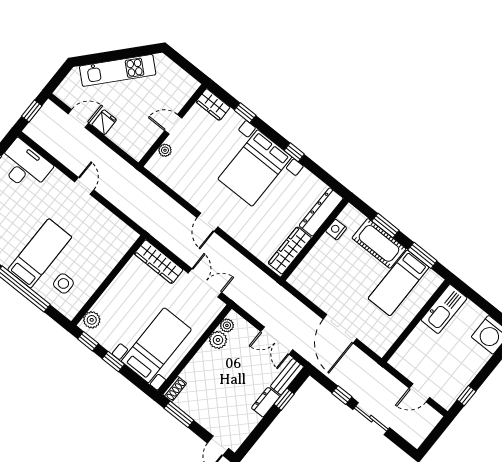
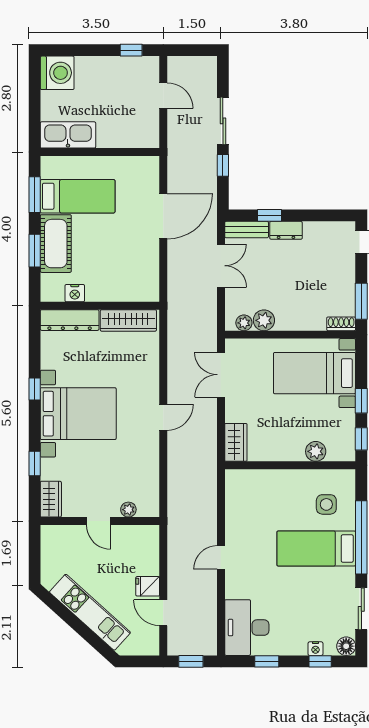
wardrobe: (159, 262) -> (236, 442), width x0.67
plant: (92, 320) -> (316, 451), moved

